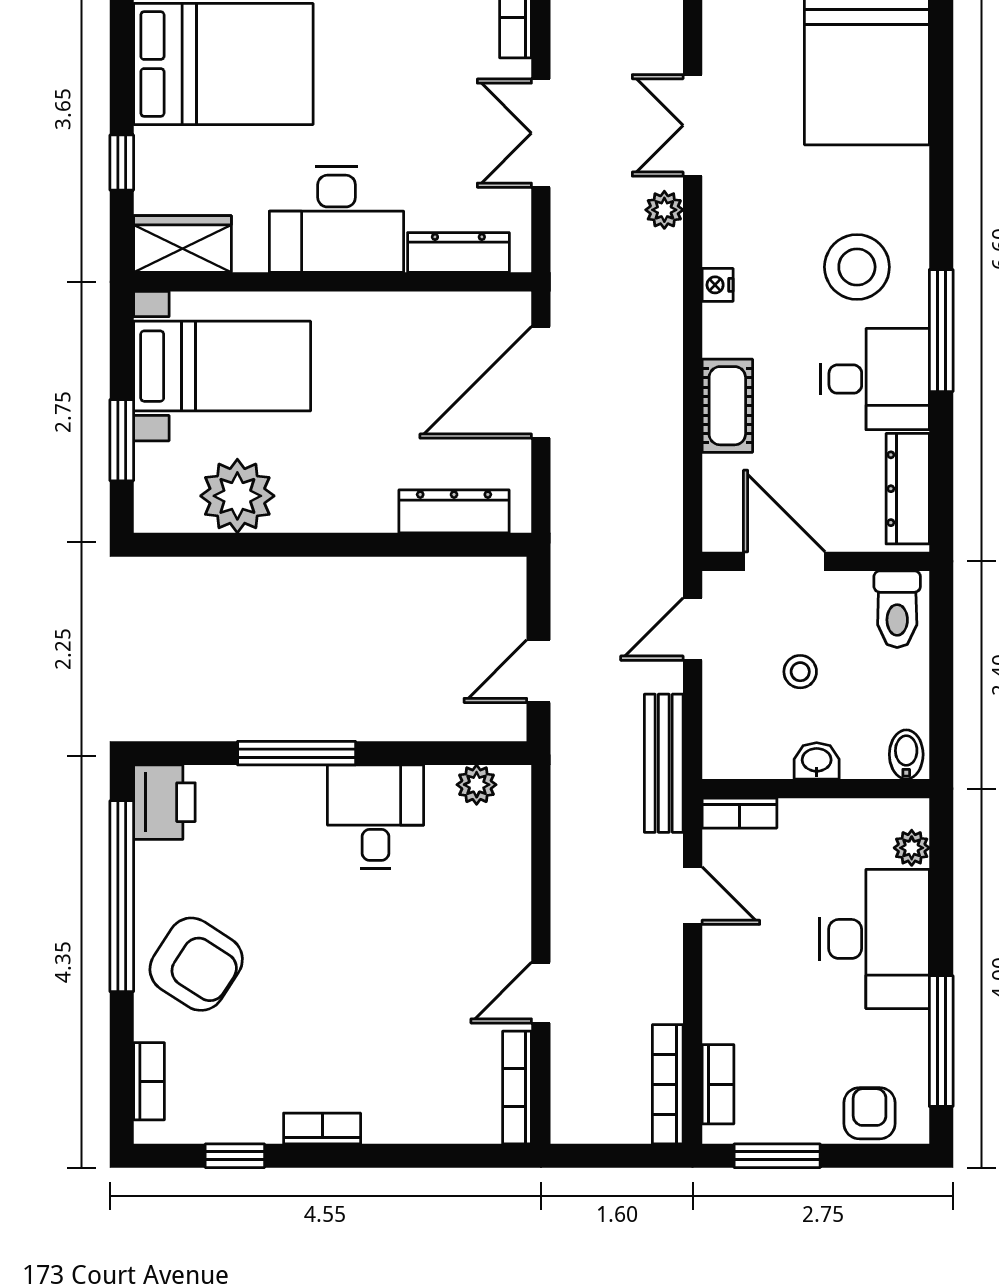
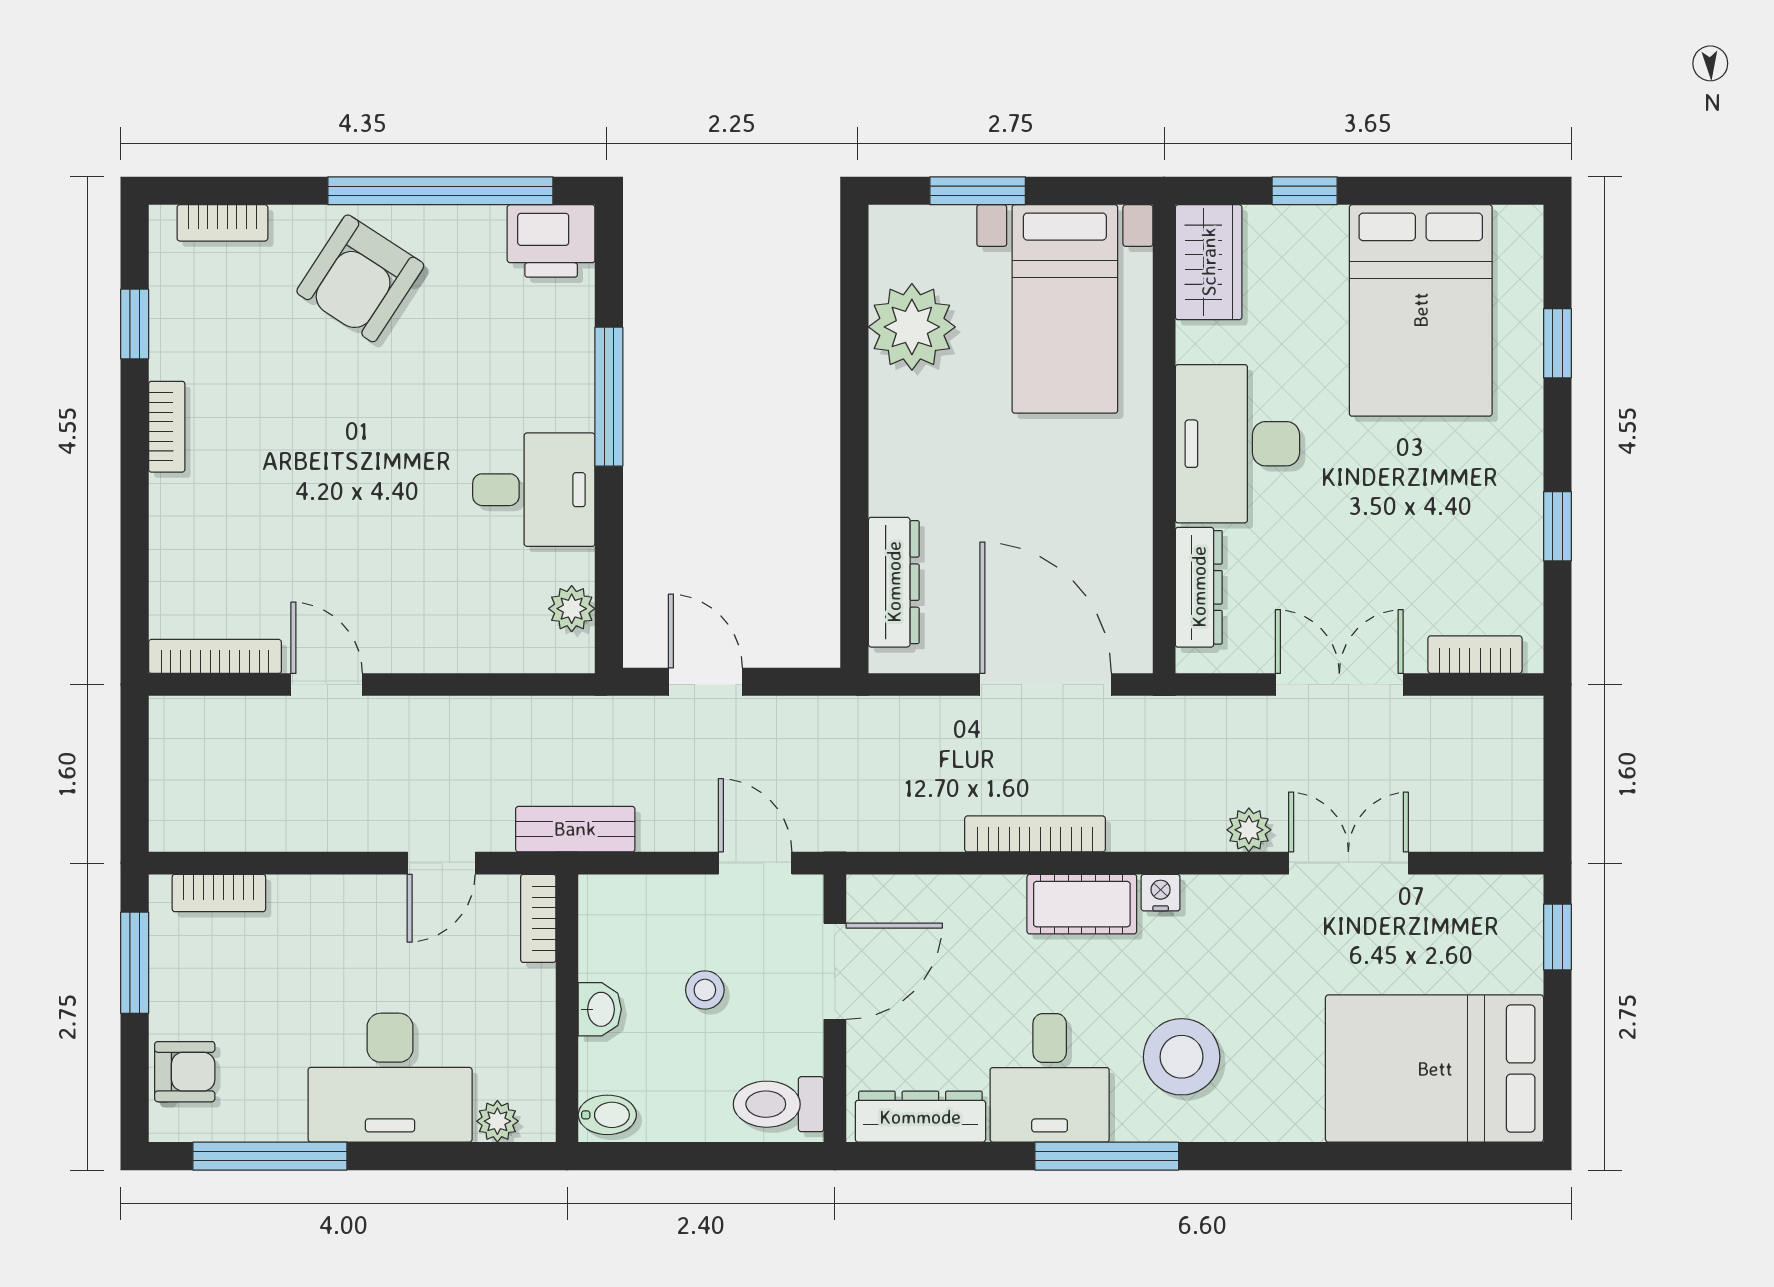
cot: (727, 406) -> (1082, 904), moved
bench: (664, 763) -> (575, 829), width x0.73
bookcase: (668, 1084) -> (1035, 834), moved

